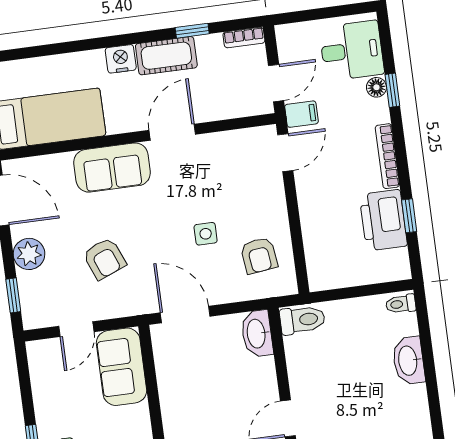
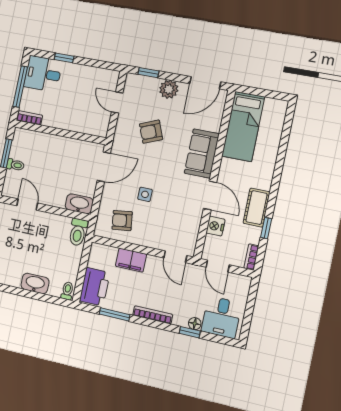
nightstand: (121, 59) -> (215, 226), moved, turned 180
filing cabinet: (301, 114) -> (131, 260), moved, width x2.00
window: (409, 216) -> (115, 314), width x1.50
printer: (383, 220) -> (95, 287), moved, turned 90
sofa: (122, 367) -> (87, 121), removed

